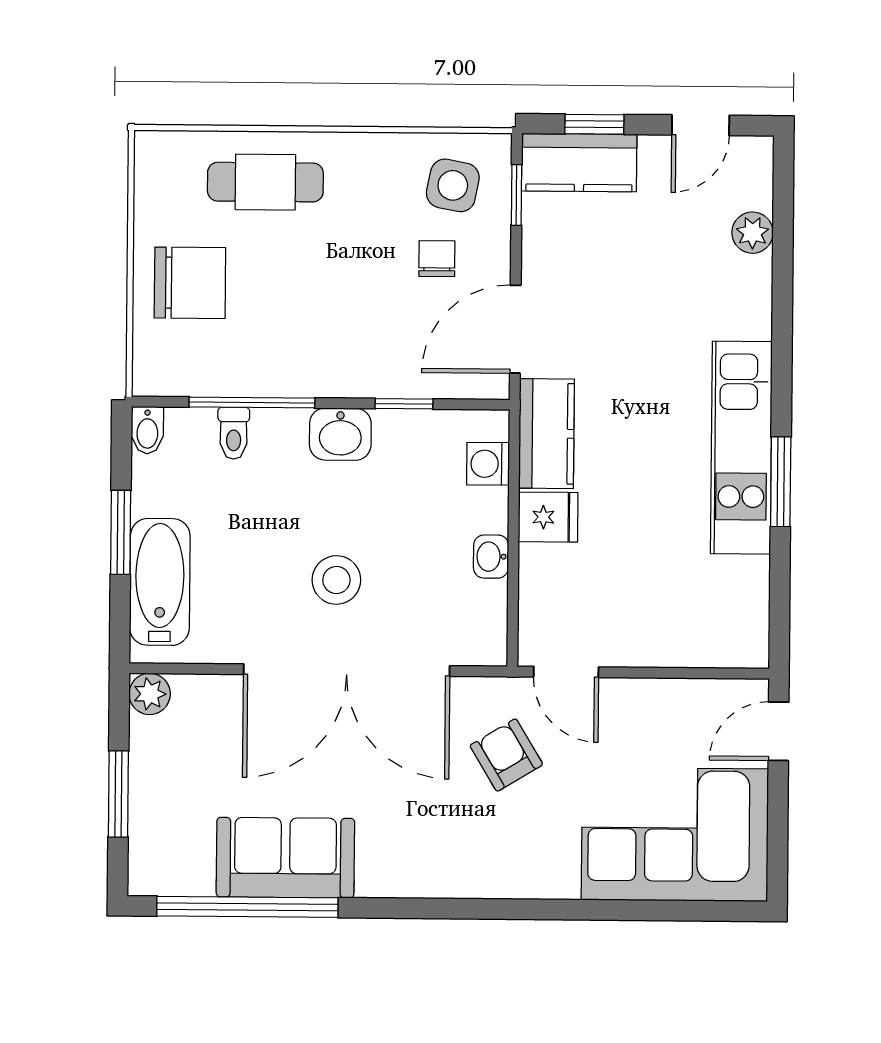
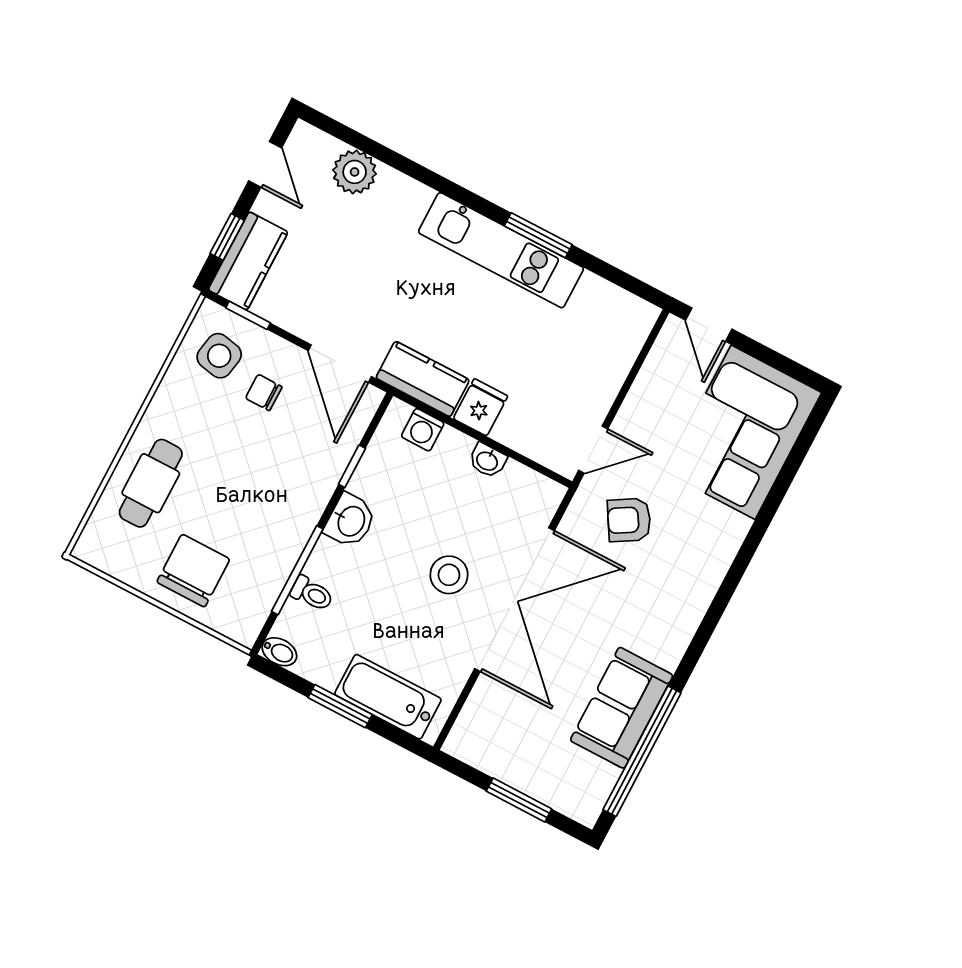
plant: (753, 233) -> (355, 172), width x1.38, depth x1.38
plant: (150, 694) -> (461, 743), removed

